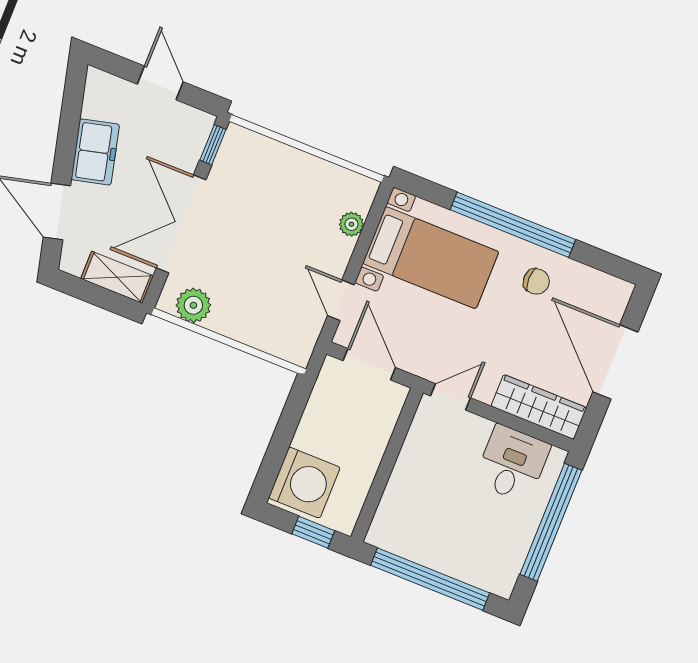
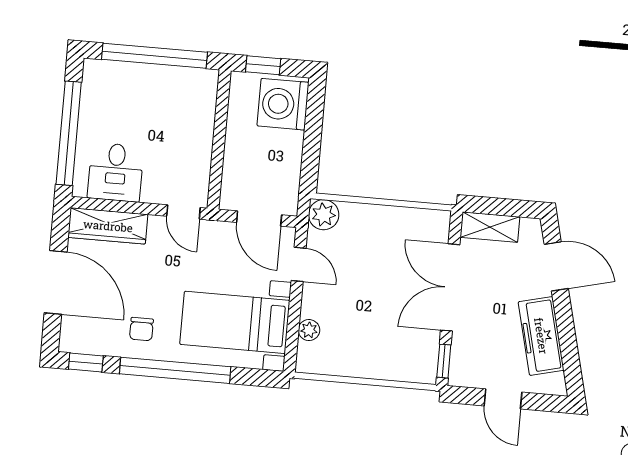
freezer: (95, 152) -> (541, 336), width x1.40
double door: (181, 224) -> (450, 287), swing flipped
window: (609, 263) -> (86, 362), added
chair: (536, 281) -> (141, 329), turned -90
plant: (193, 305) -> (324, 215), moved
door: (451, 397) -> (183, 212), hinge flipped

